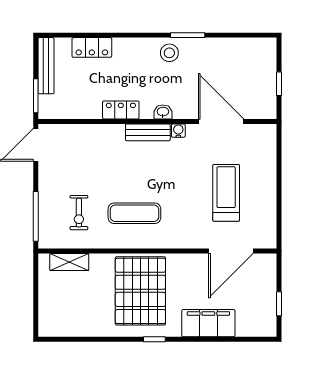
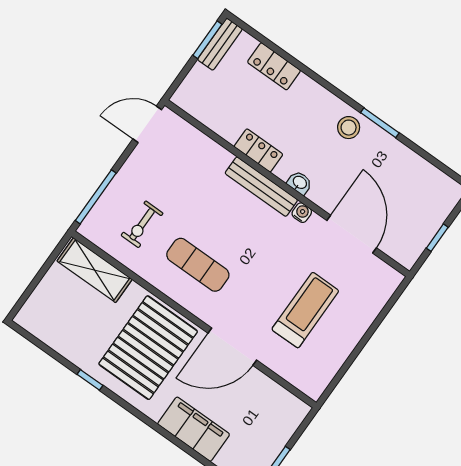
bench: (46, 66) -> (220, 44), width x0.73
window: (36, 96) -> (207, 40), moved
bench: (148, 132) -> (261, 187), width x1.36
door: (231, 251) -> (232, 347), moved
shelving: (69, 262) -> (95, 270), width x1.50, depth x1.33
window: (154, 339) -> (90, 380), moved

